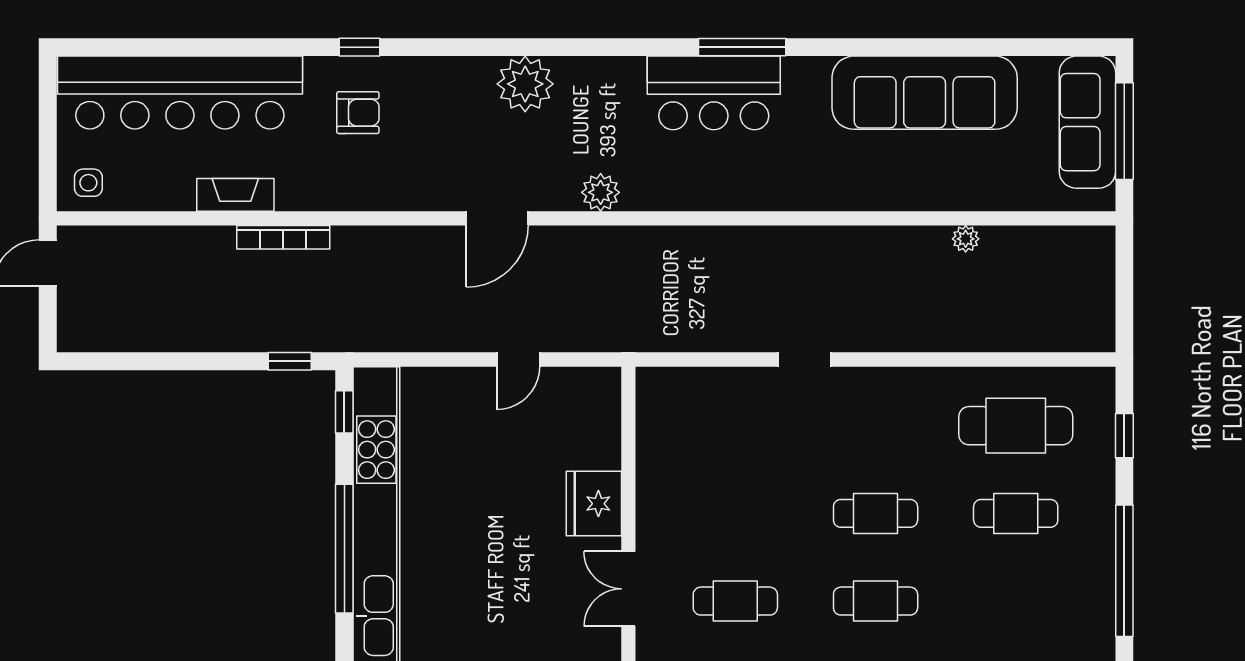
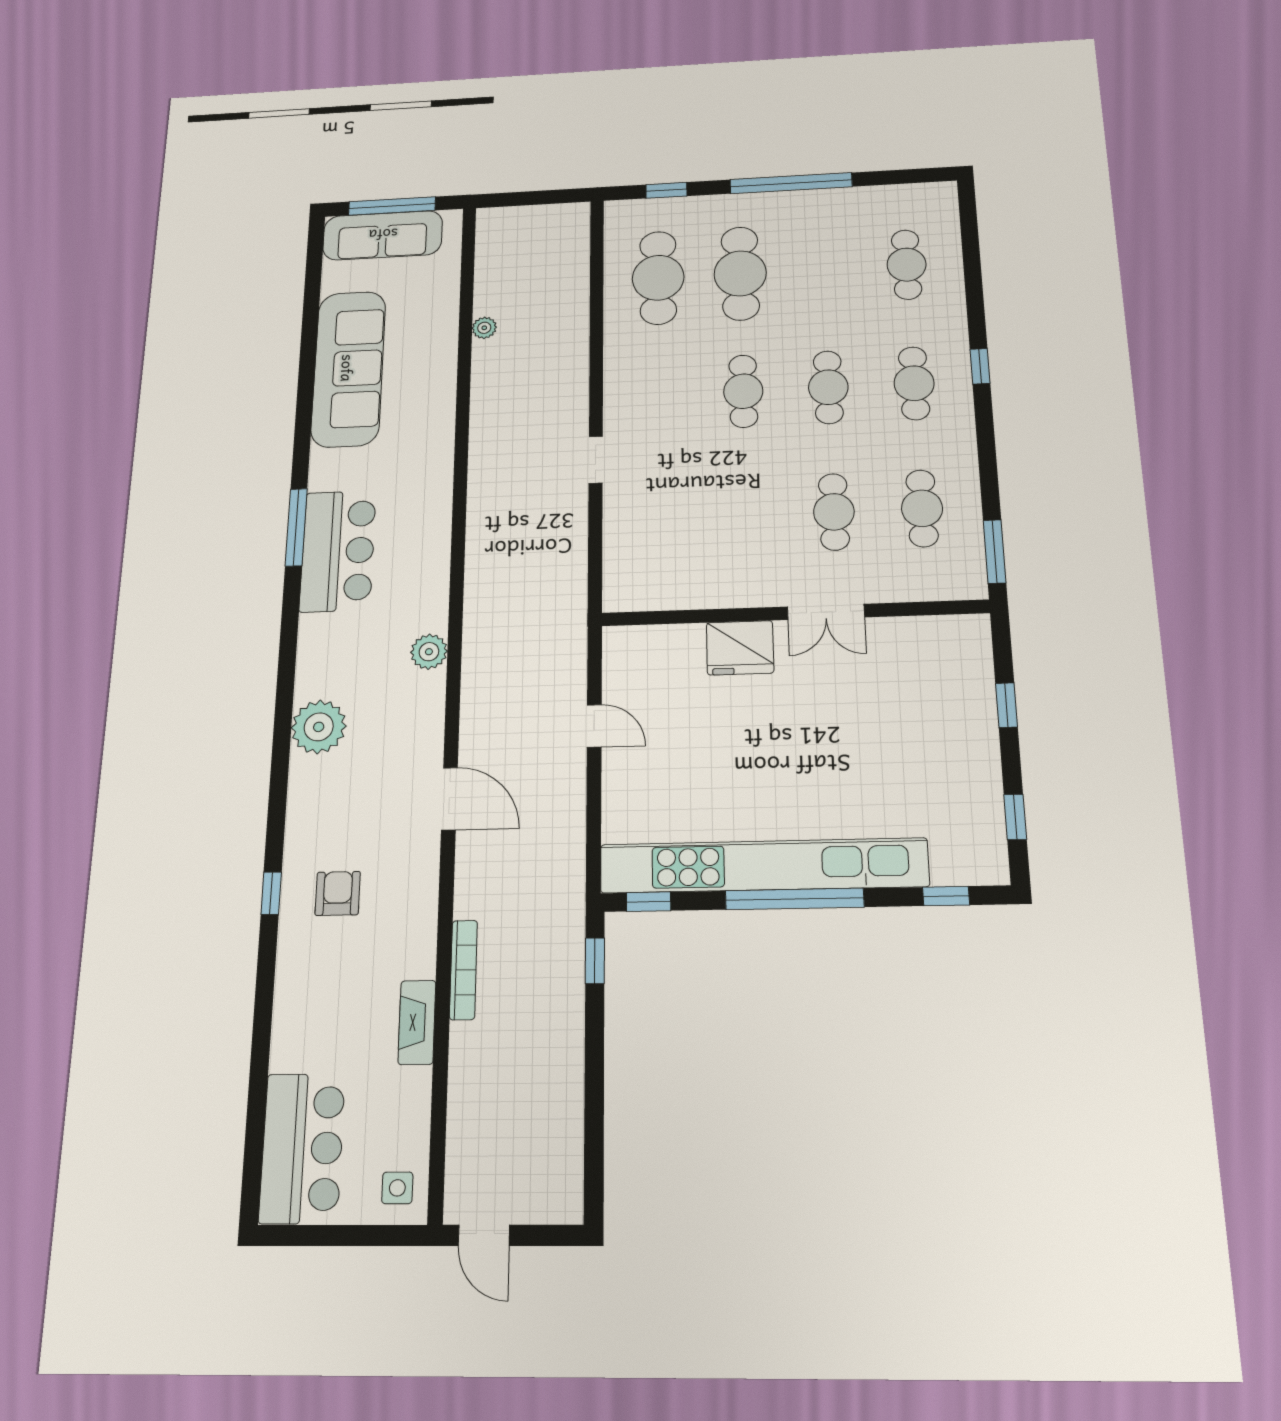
bar counter: (180, 93) -> (302, 1148), width x0.54
door: (497, 218) -> (449, 799), moved
cafe table: (1016, 513) -> (740, 273), width x1.37, depth x1.35

